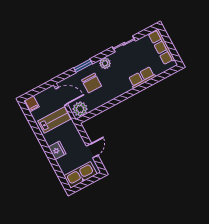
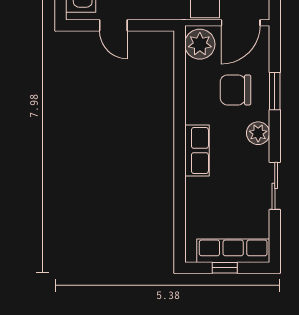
window: (171, 47) -> (225, 268), added
row of seats: (142, 77) -> (197, 151), moved

